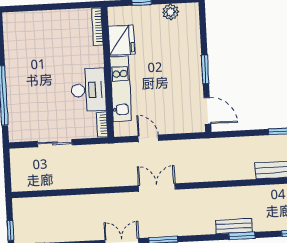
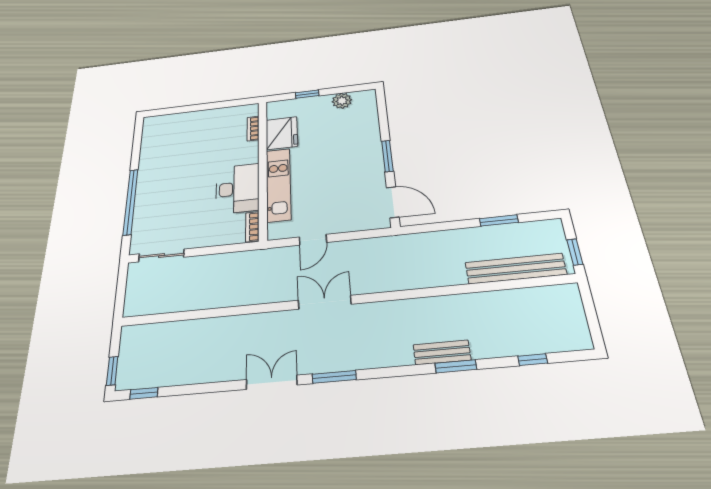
bookcase: (97, 27) -> (253, 129), width x0.64
door: (148, 138) -> (313, 240), swing flipped
sliding door: (55, 143) -> (161, 256), moved

